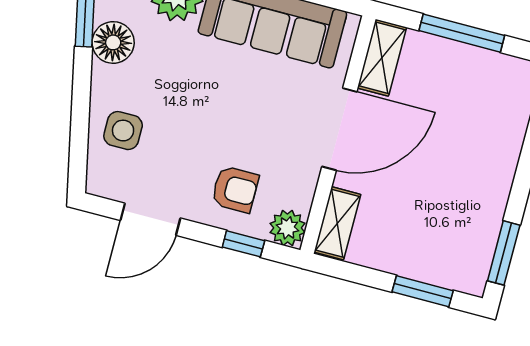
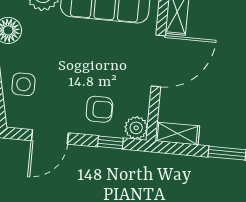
shelving: (337, 223) -> (177, 134), moved, turned 90

